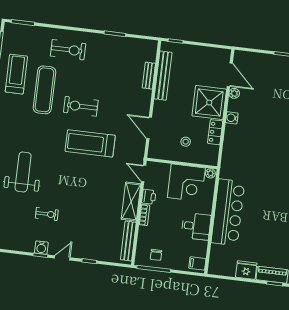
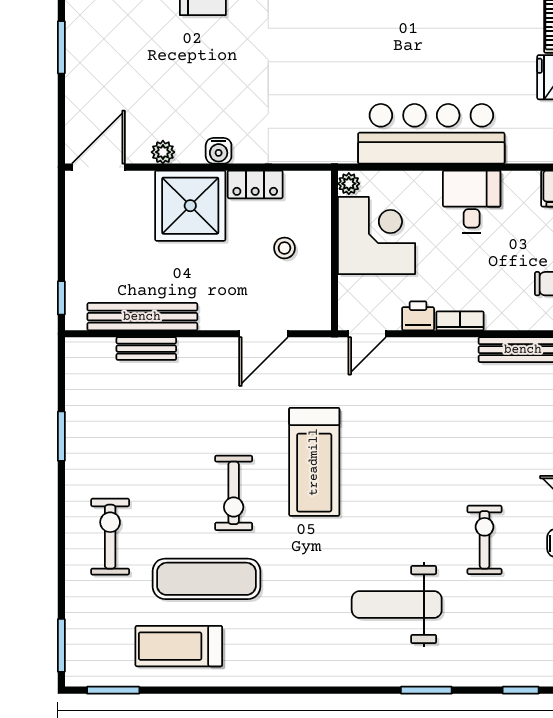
door: (230, 75) -> (98, 167), moved
shelving: (131, 202) -> (434, 354), removed
exercise bike: (47, 214) -> (485, 540), width x1.38, depth x1.39

